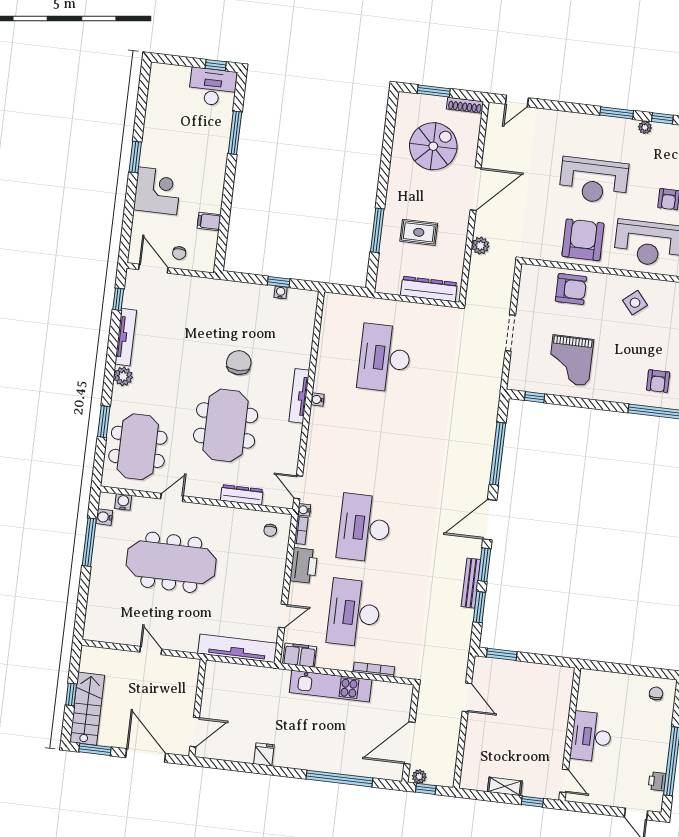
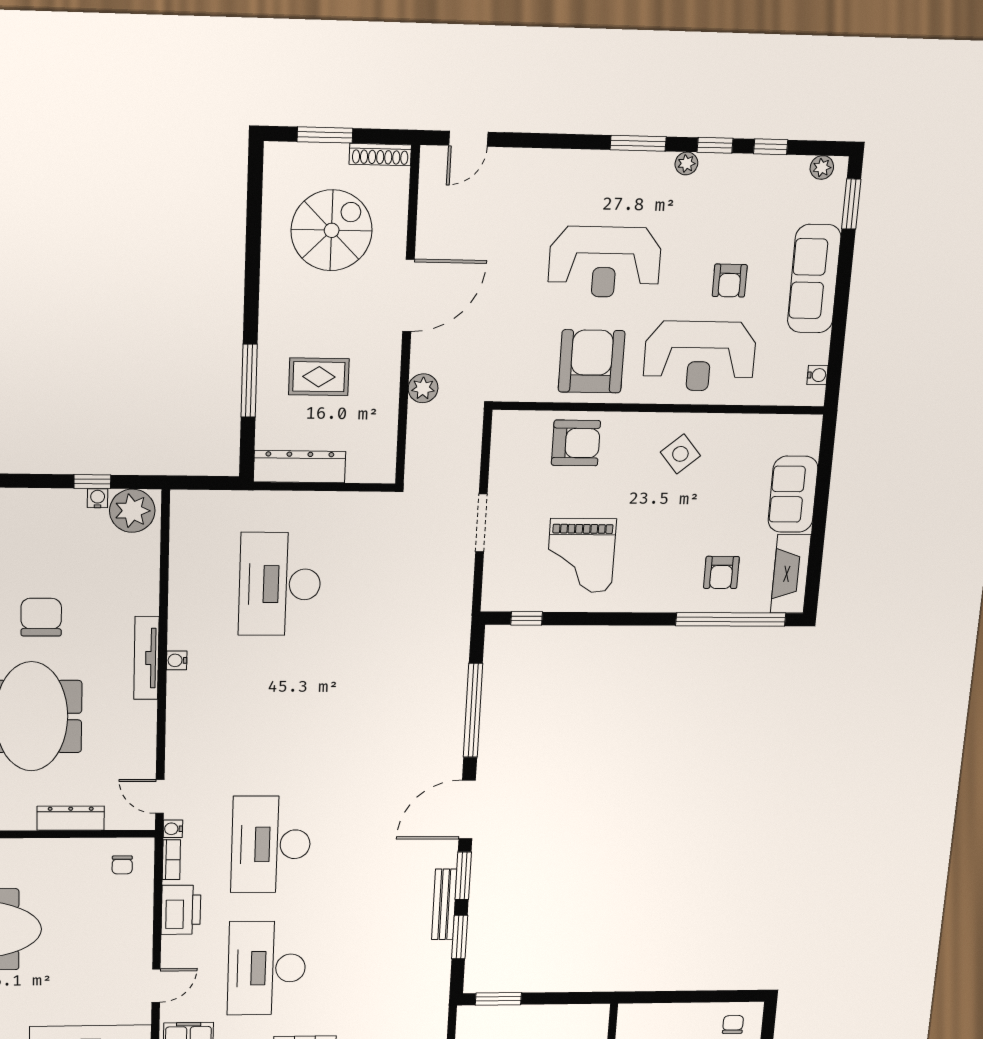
dresser: (429, 289) -> (299, 467), moved
plant: (300, 302) -> (132, 511), added

